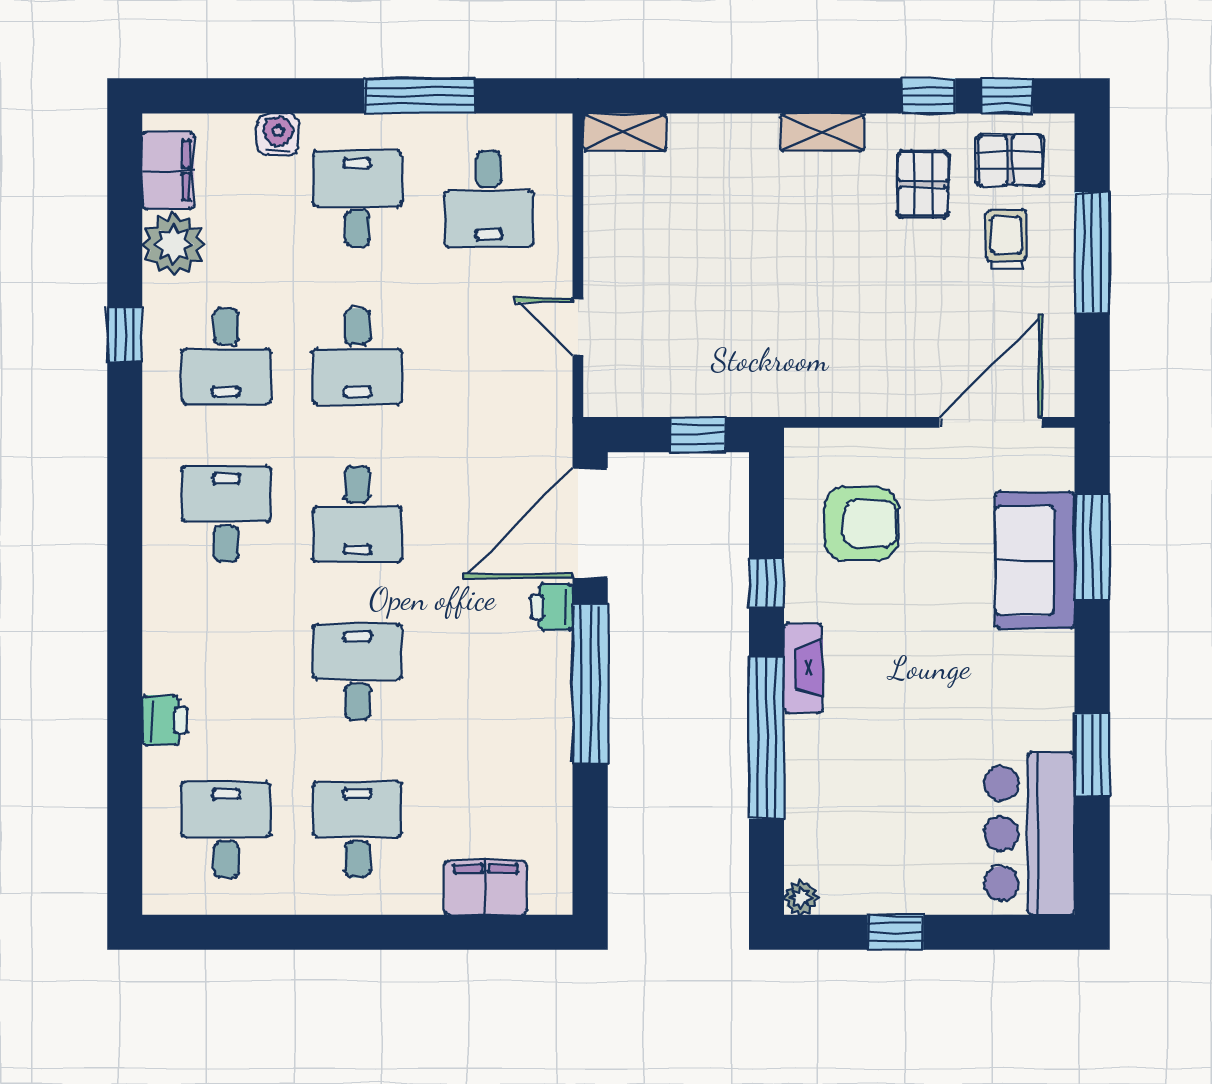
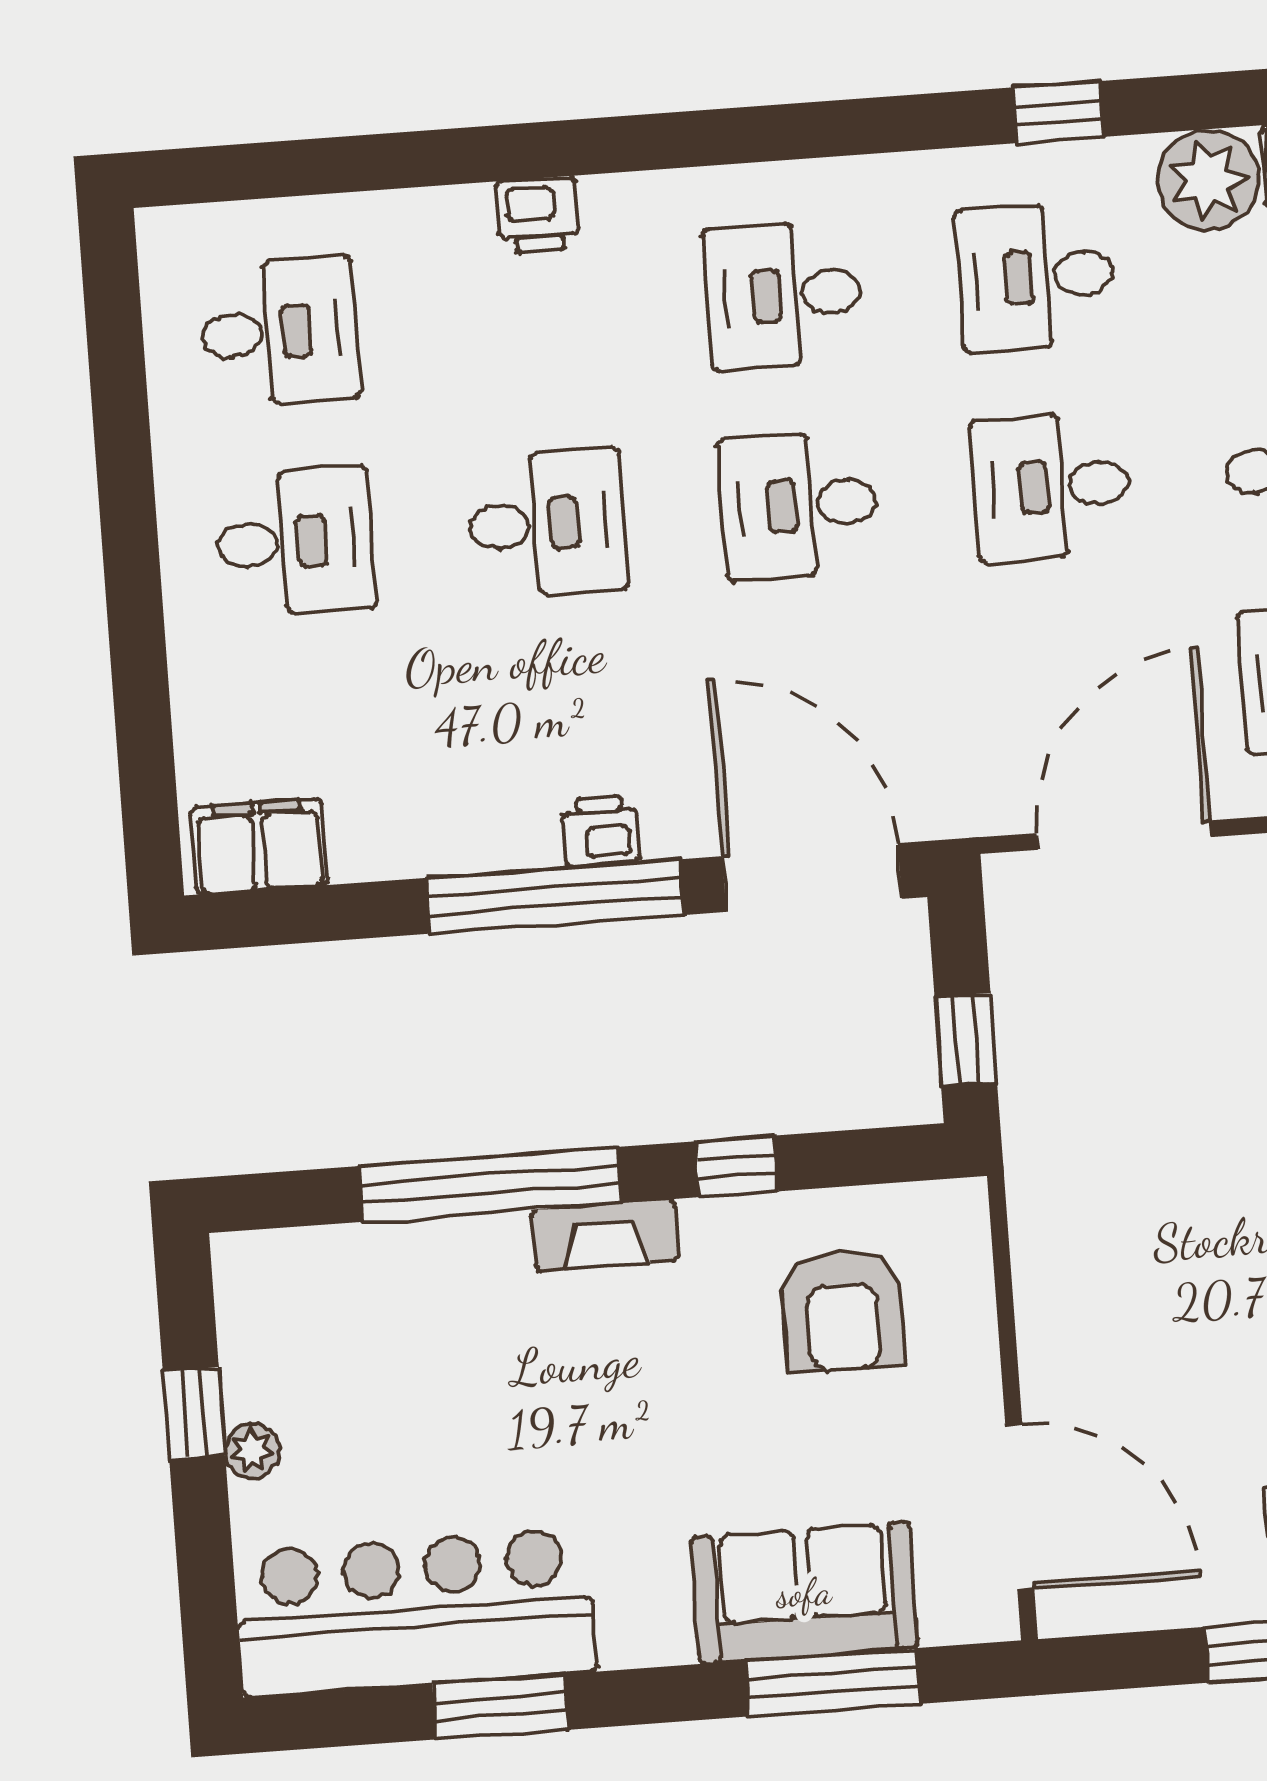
door: (578, 327) -> (1124, 835), width x1.87
desk: (226, 514) -> (784, 295), turned 180
printer: (552, 607) -> (601, 831), moved
printer: (165, 720) -> (538, 215), moved
bar counter: (1029, 833) -> (415, 1612), width x1.36
filing cabinet: (486, 888) -> (259, 846), moved, turned -90
plant: (801, 898) -> (252, 1451), moved

